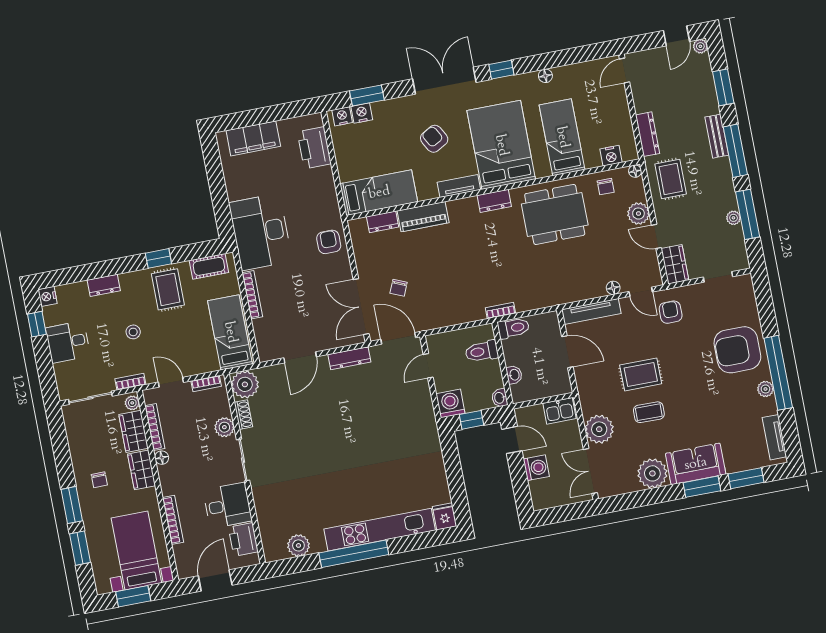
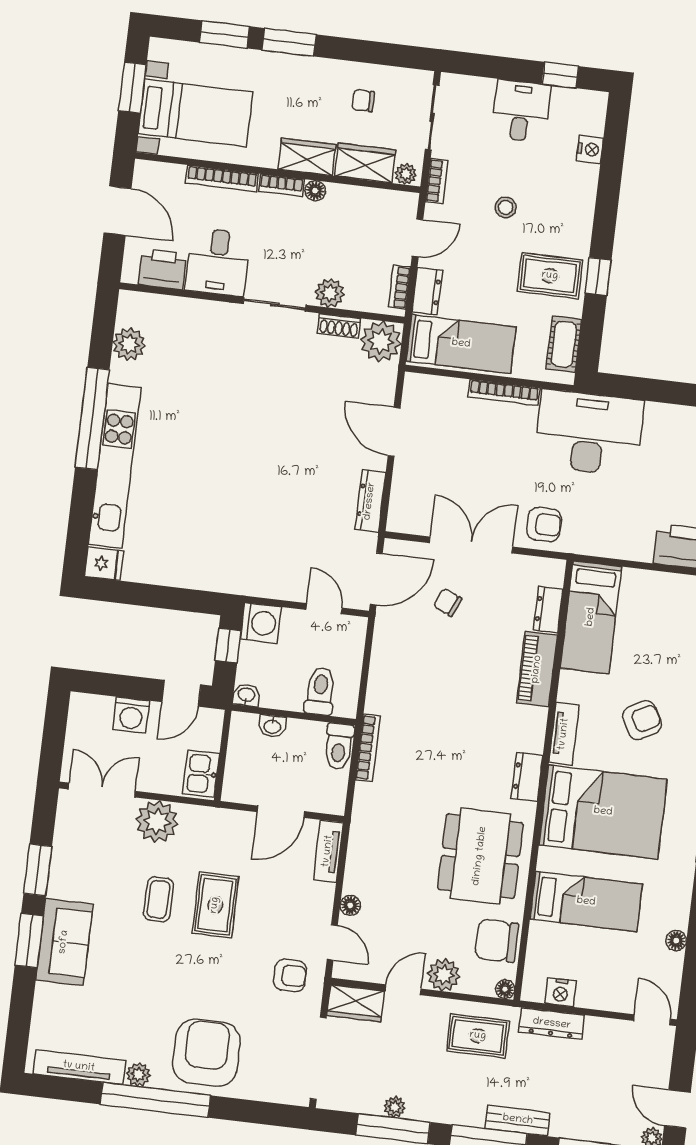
floor lamp: (545, 76) -> (676, 940), moved
nightstand: (611, 156) -> (561, 992), moved, turned -90
chair: (606, 187) -> (497, 941), width x1.87, depth x1.87
doorway: (718, 277) -> (318, 1058), width x1.88
dresser: (104, 285) -> (427, 291), moved, turned 180
door: (641, 292) -> (332, 942), swing flipped
nightstand: (48, 296) -> (590, 149), moved, turned 90
double door: (361, 307) -> (471, 545), moved
bookcase: (500, 311) -> (368, 748), width x1.56
tv unit: (591, 312) -> (328, 851), width x0.71
bookcase: (155, 427) -> (281, 185), moved, width x0.64
tv unit: (774, 437) -> (79, 1067), width x1.41
plant: (652, 473) -> (70, 877), removed
window: (746, 478) -> (38, 870), moved
chair: (99, 480) -> (363, 101), moved

